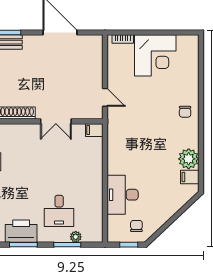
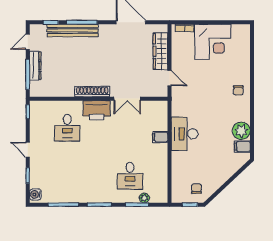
wardrobe: (94, 66) -> (160, 51), added
filing cabinet: (94, 130) -> (160, 137), moved
desk: (123, 195) -> (185, 134), moved
printer: (21, 231) -> (97, 110), moved, turned 180

